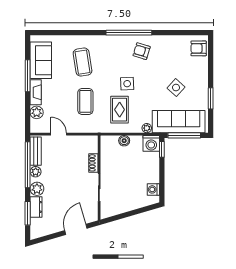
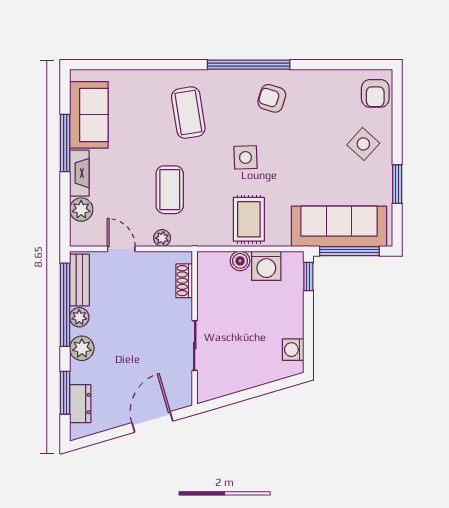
armchair: (199, 48) -> (375, 93), turned -90
coffee table: (83, 62) -> (188, 113), moved
side table: (176, 88) -> (363, 144), moved
rug: (120, 110) -> (249, 219), moved
plant: (147, 128) -> (162, 238), moved
washing machine: (151, 143) -> (266, 266), moved
shoe rack: (93, 163) -> (184, 281), moved
dresser: (36, 207) -> (80, 404), moved

